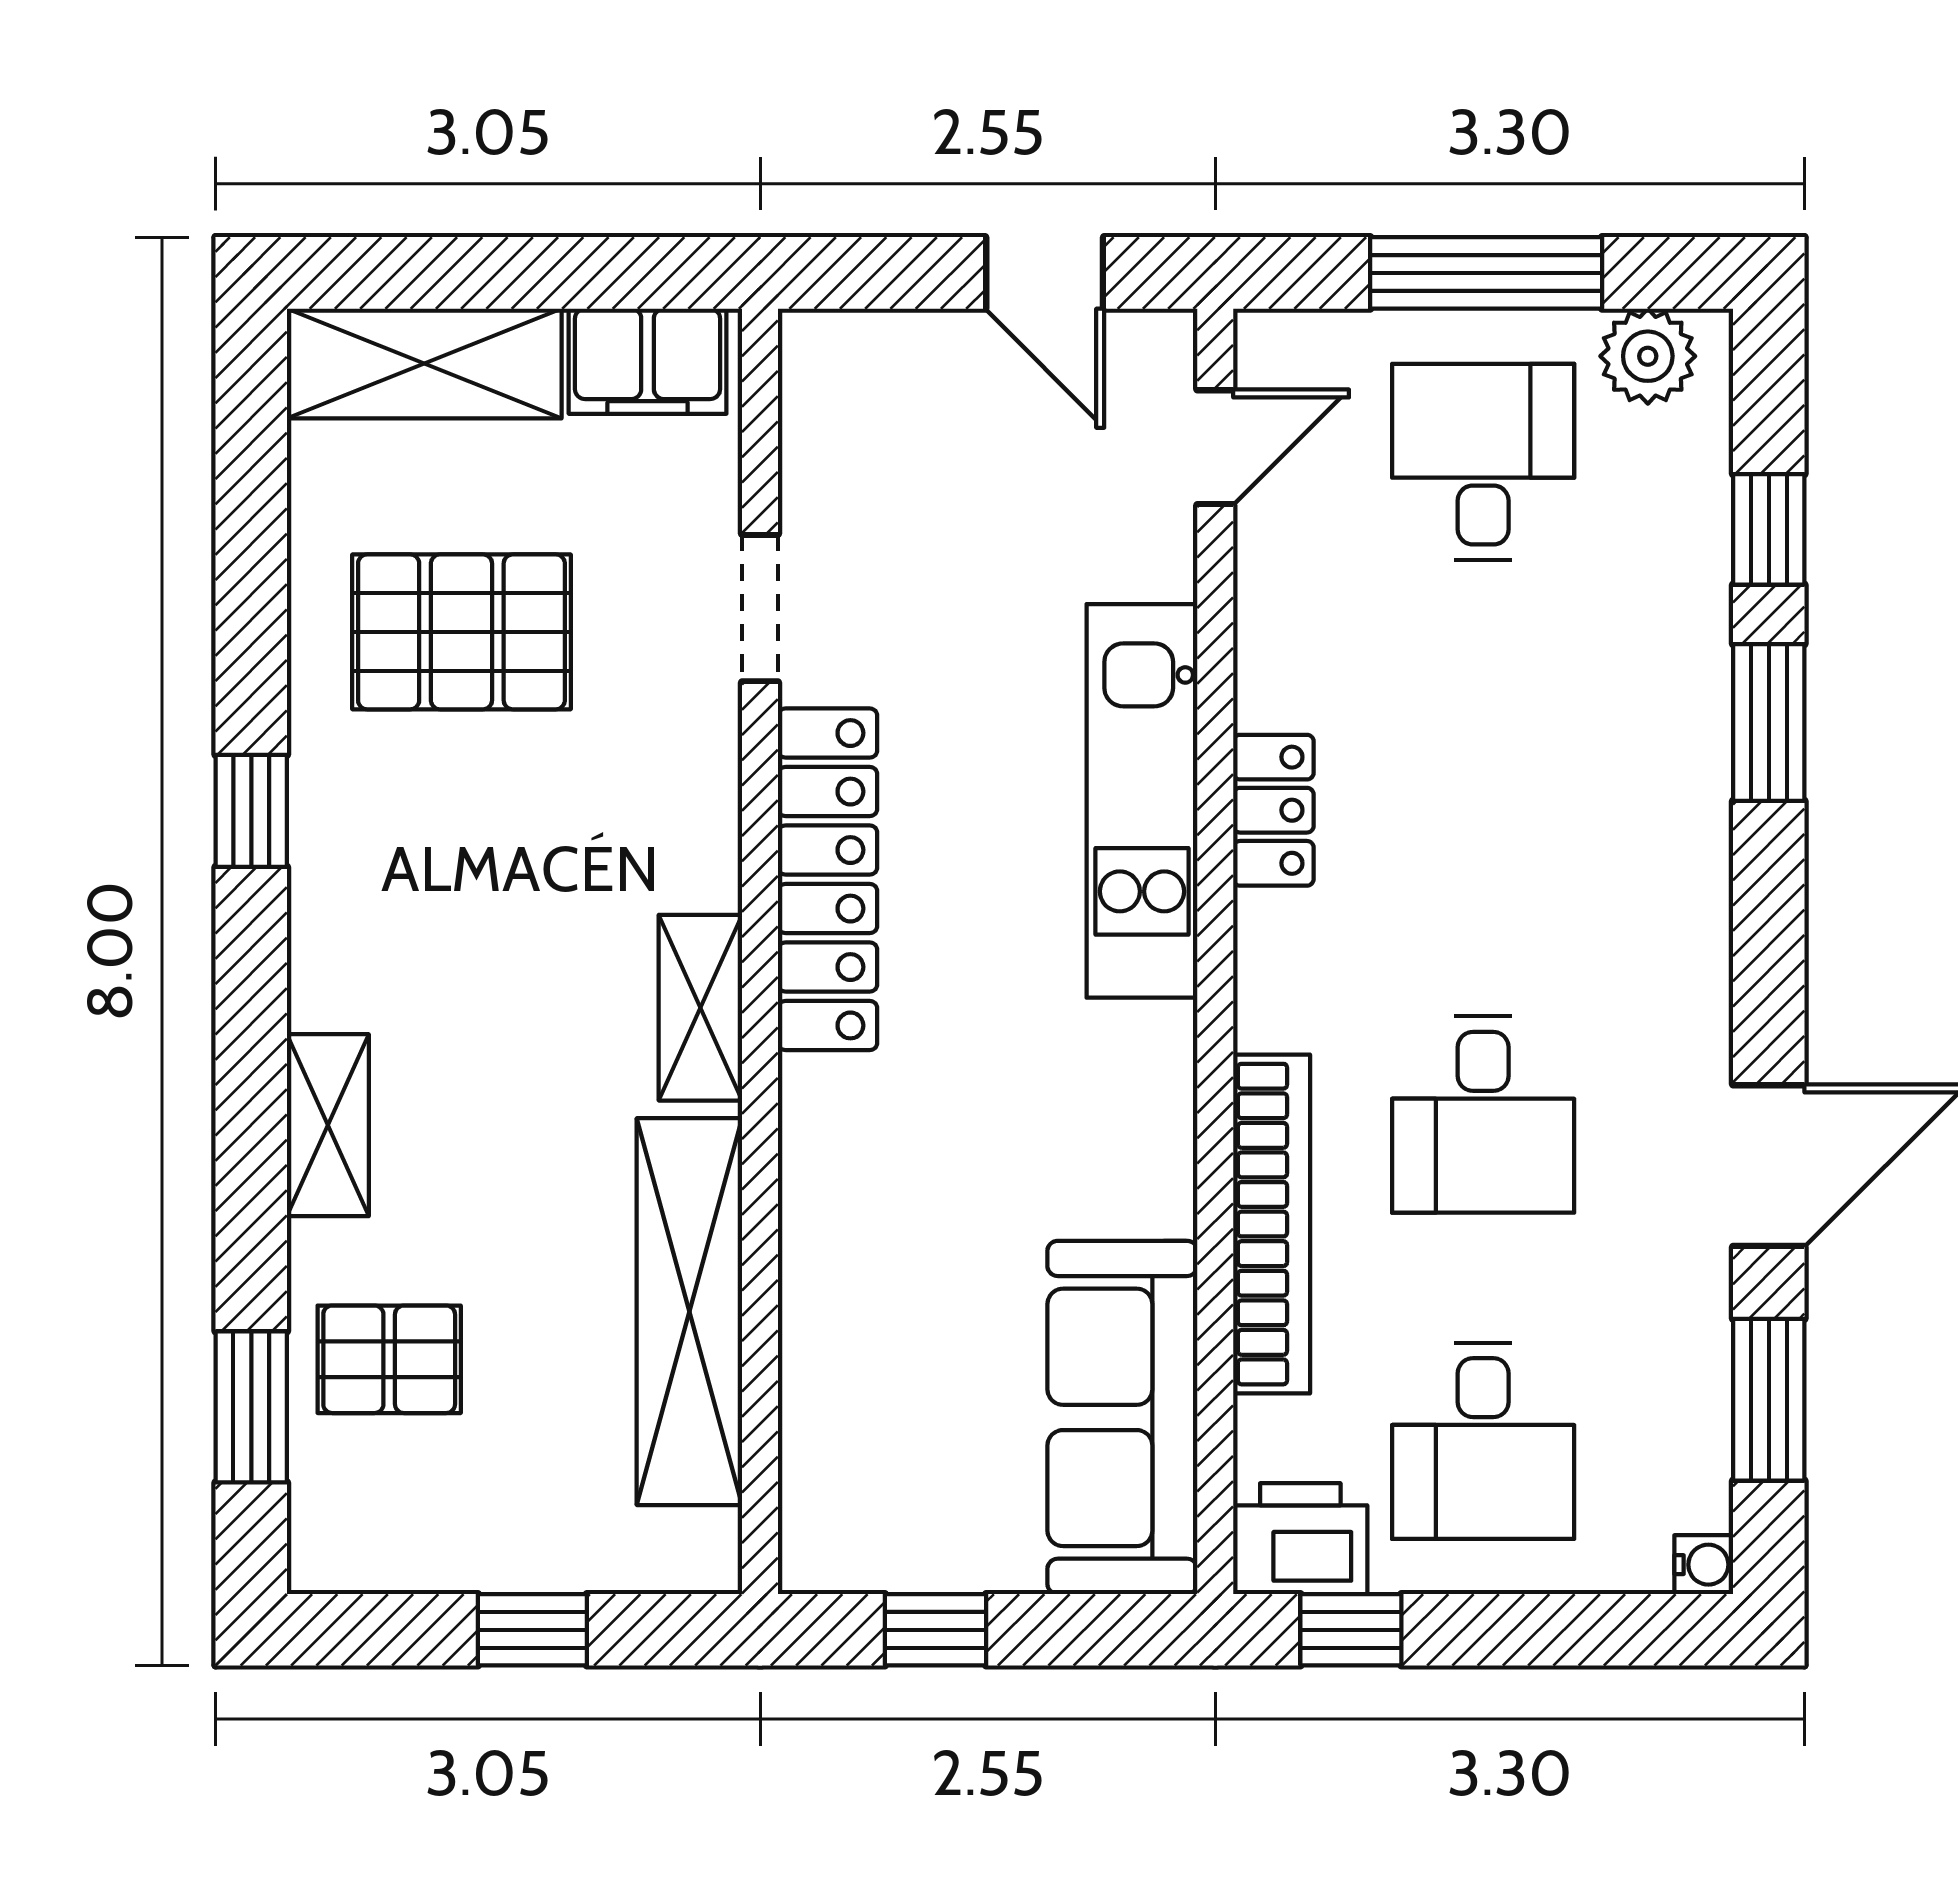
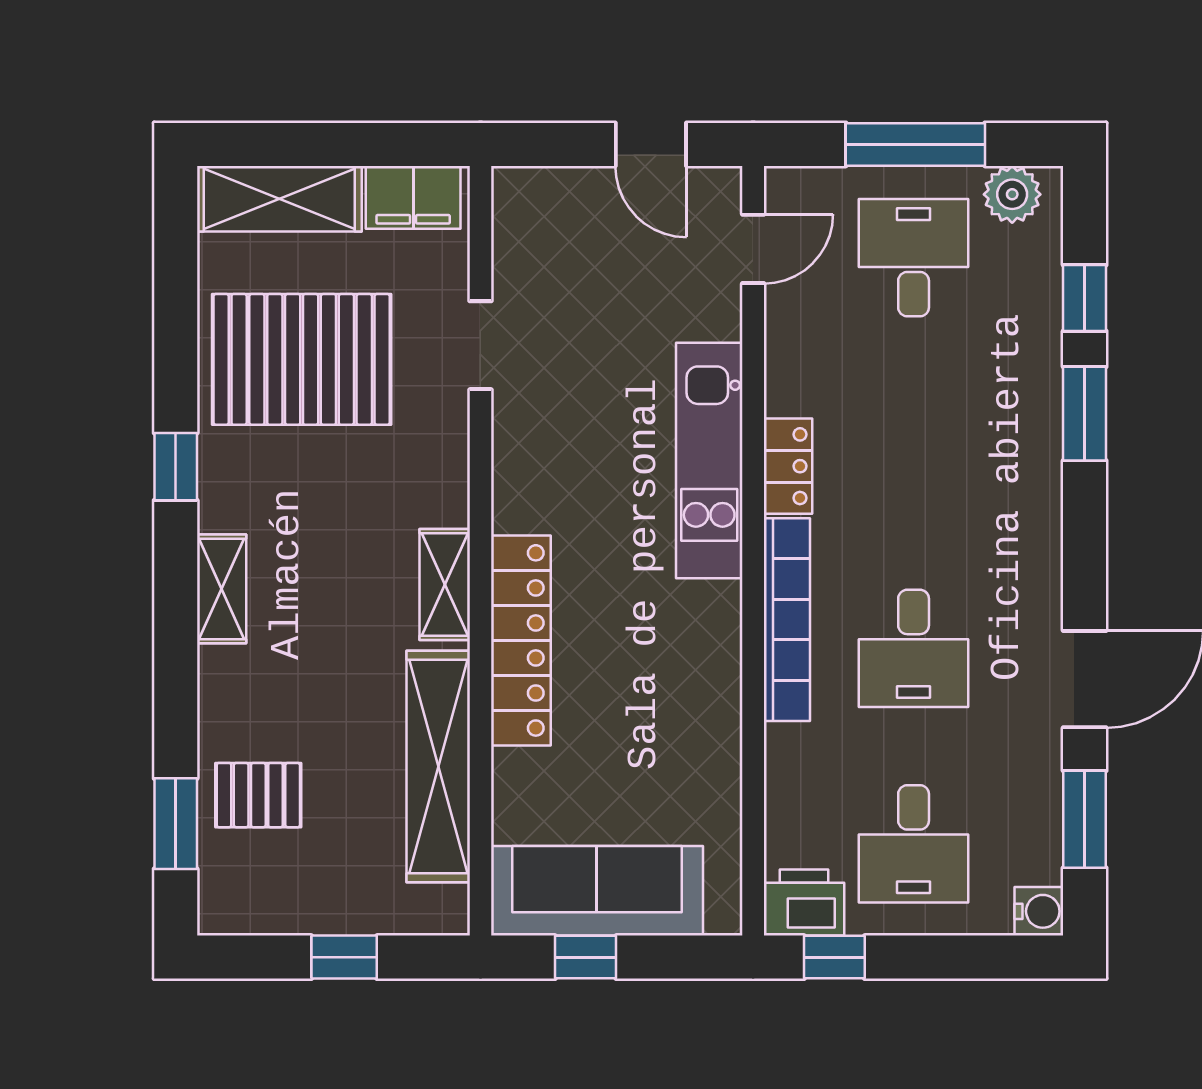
pallet: (461, 632) -> (302, 359), width x1.37, depth x1.41
locker: (828, 879) -> (521, 640), moved
shelving: (328, 1125) -> (222, 589), moved
bookcase: (1272, 1224) -> (787, 620), moved
sofa: (1122, 1417) -> (597, 891), moved, turned 90
water cooler: (1704, 1565) -> (1039, 911), width x1.38, depth x1.38

